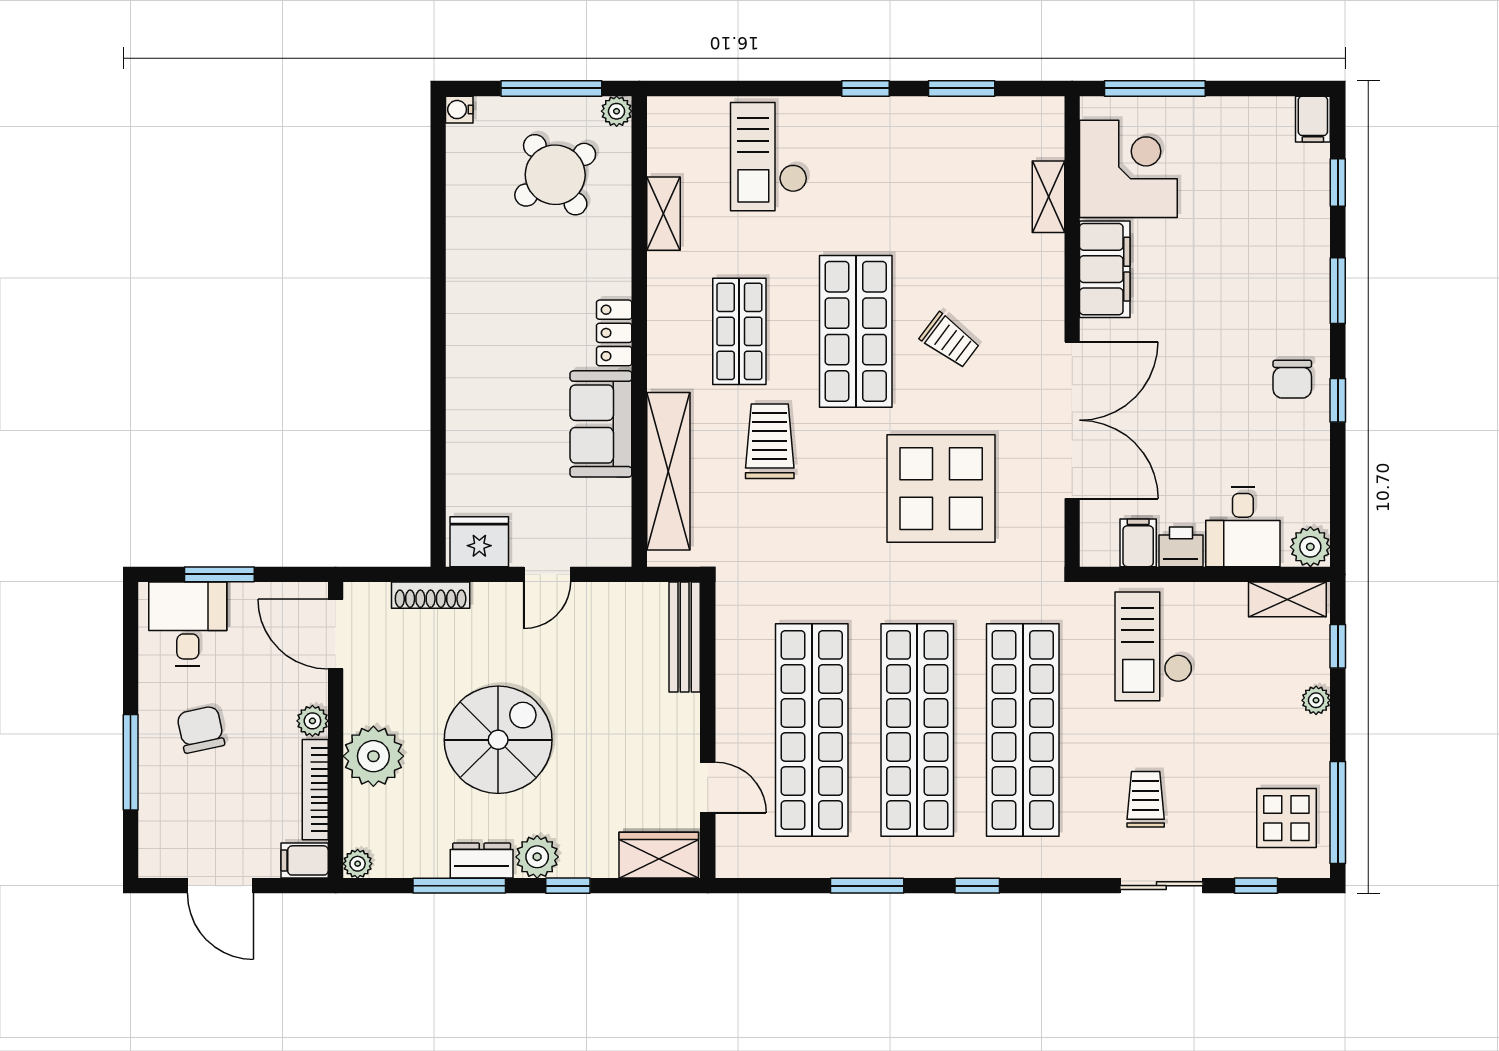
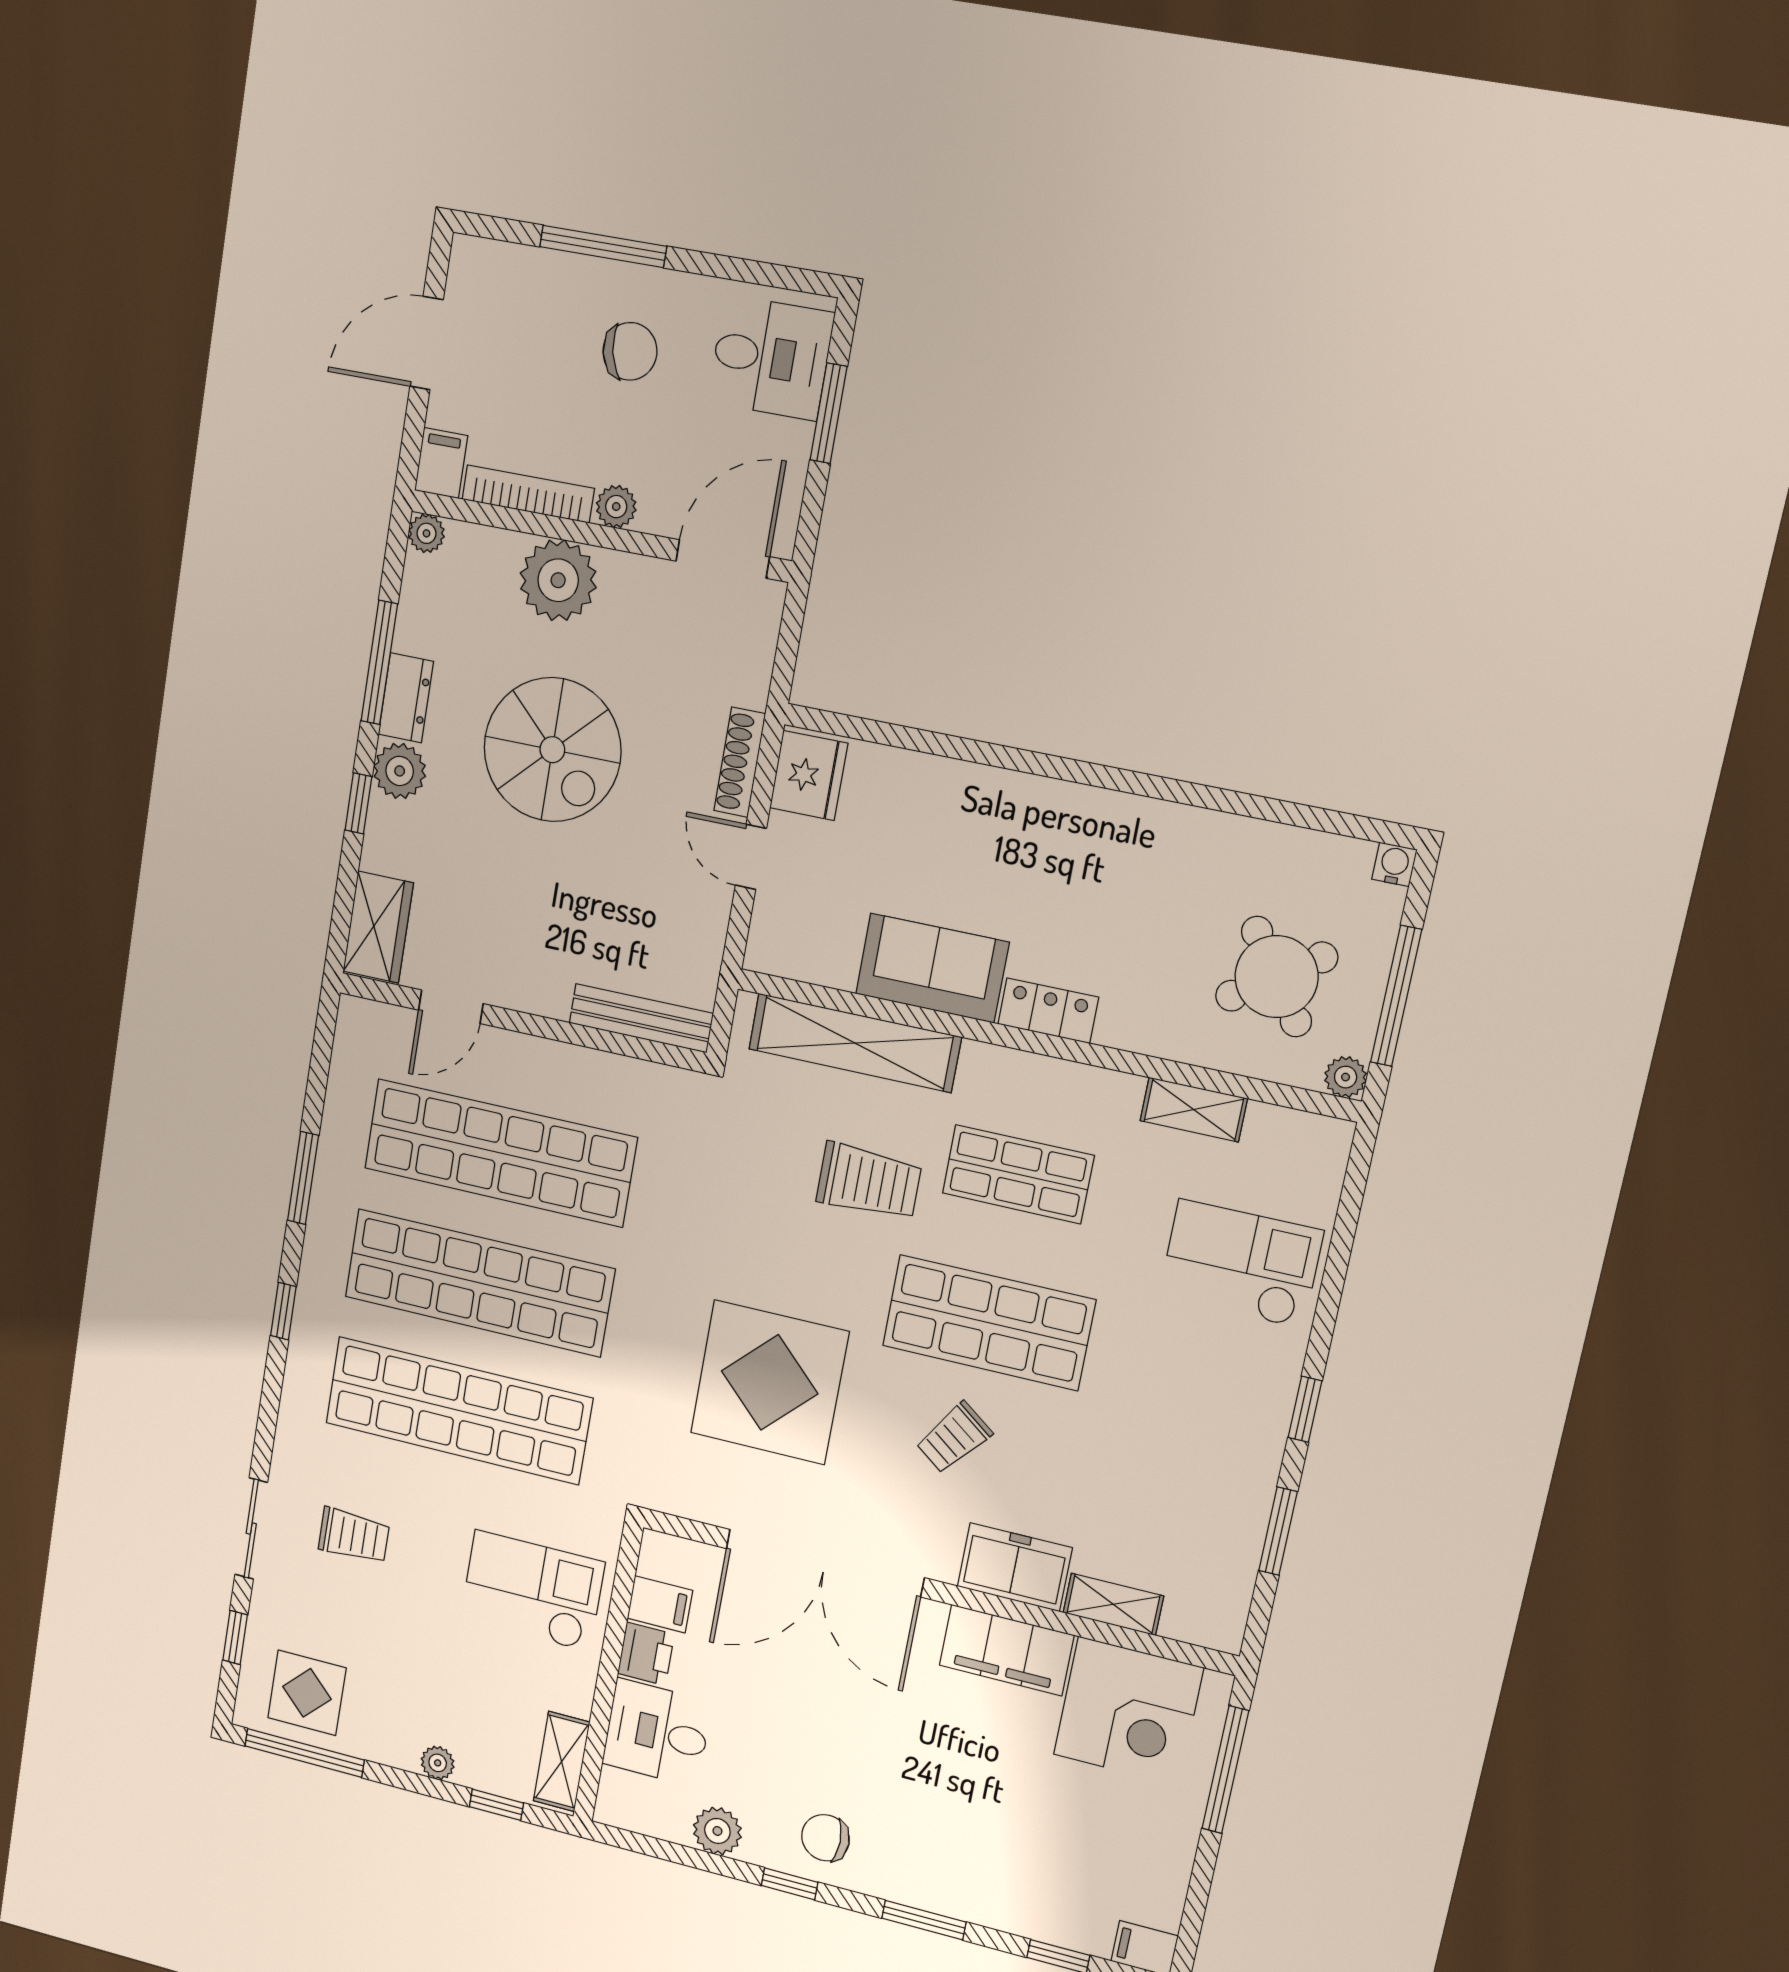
freezer: (1038, 276) -> (1015, 1567), added
plant: (1310, 547) -> (717, 1831), moved
shoe rack: (431, 595) -> (740, 762), moved

